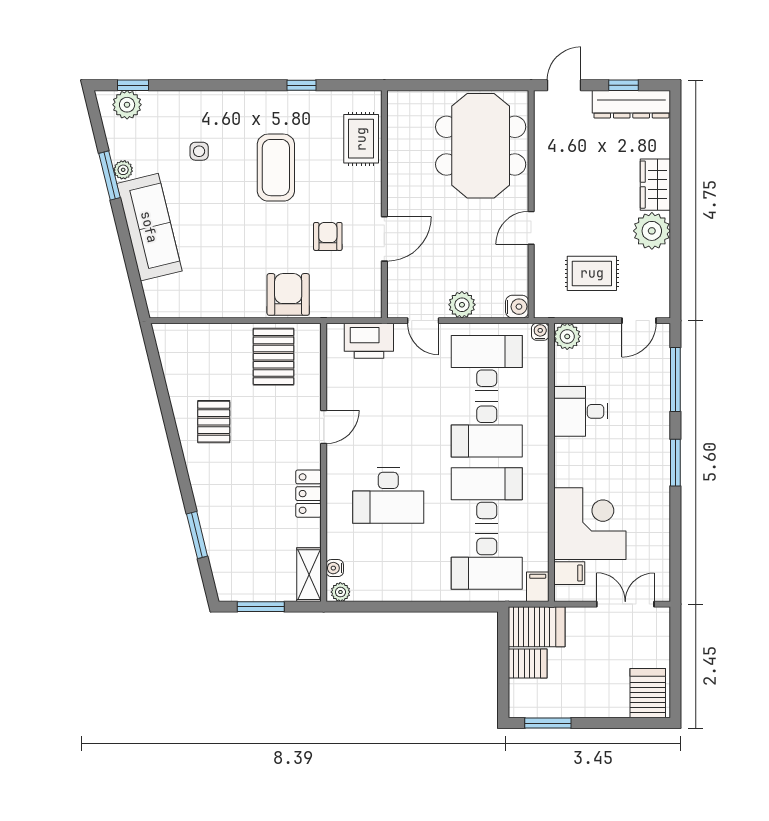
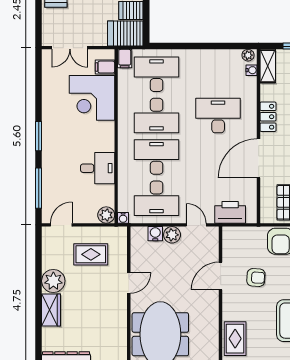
armchair: (328, 236) -> (256, 278), turned -86
water cooler: (517, 307) -> (155, 234), moved, turned 90
door: (324, 427) -> (259, 158), width x1.87

